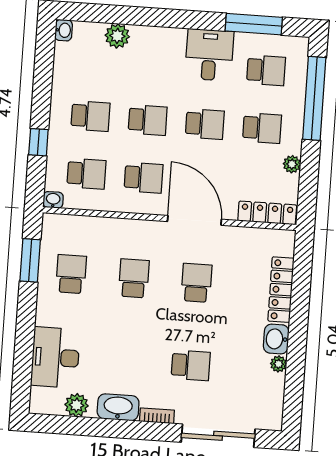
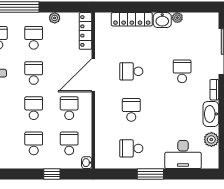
window: (30, 260) -> (150, 174), moved
school desk: (134, 278) -> (131, 110), turned 90

